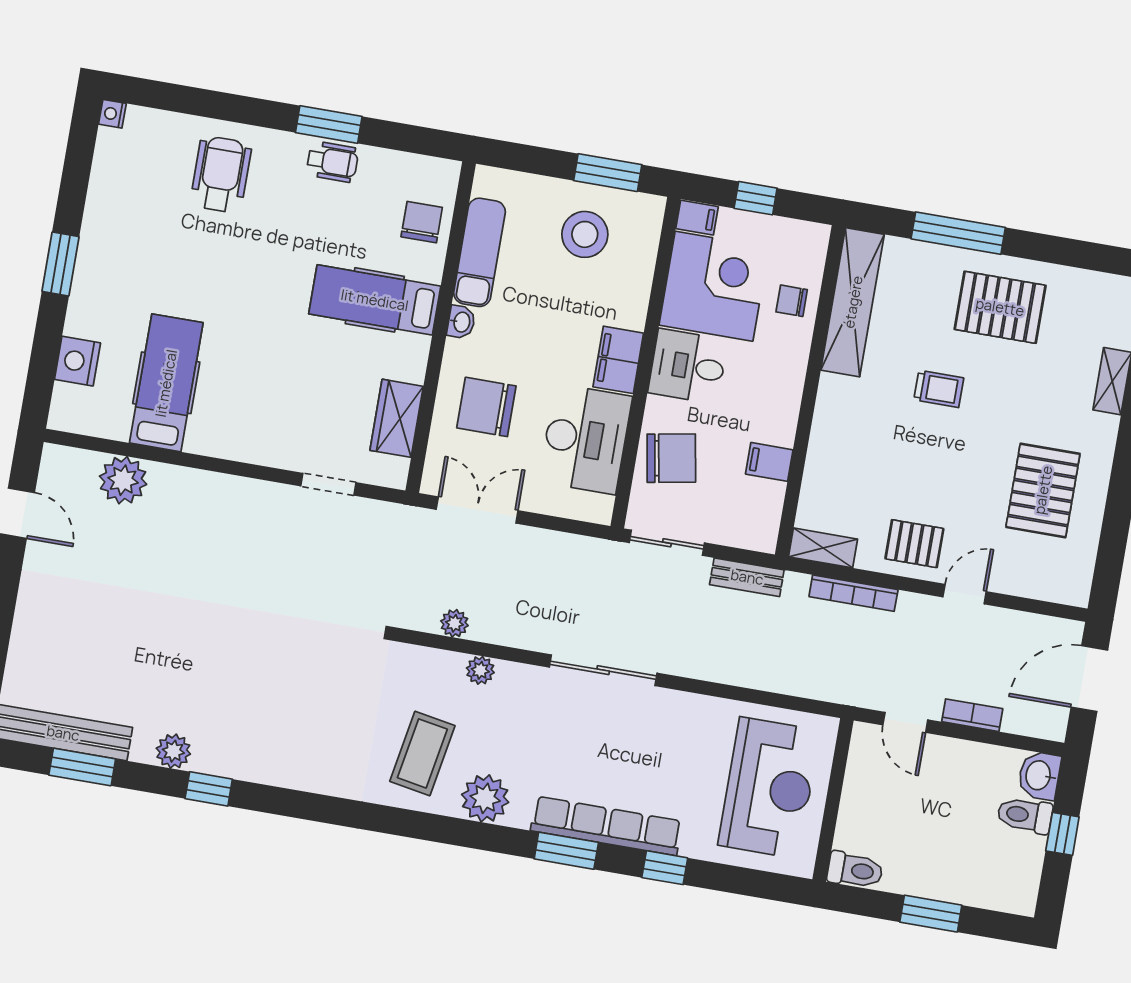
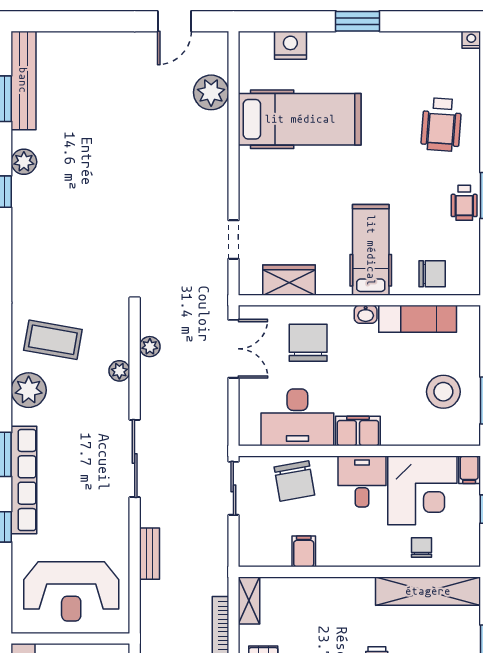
wheelchair: (221, 174) -> (441, 125), turned 94
hospital bed: (166, 383) -> (300, 119), width x1.37, depth x1.29
bench: (747, 577) -> (149, 554), moved

